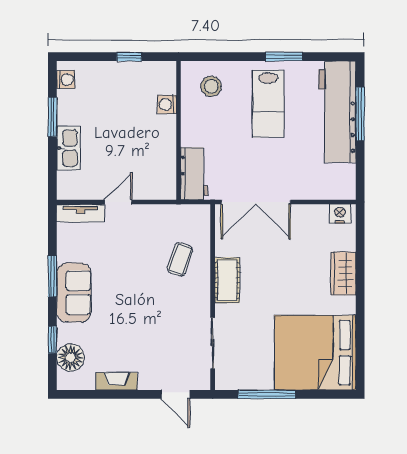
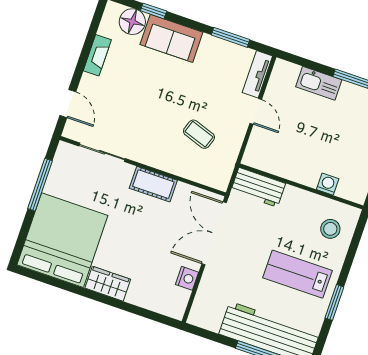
nightstand: (340, 214) -> (187, 278), moved
coffee table: (180, 259) -> (199, 134), moved
wardrobe: (343, 273) -> (108, 284), moved
window: (52, 276) -> (230, 37), moved
sofa: (74, 292) -> (171, 38), moved
door: (175, 394) -> (68, 104), swing flipped

